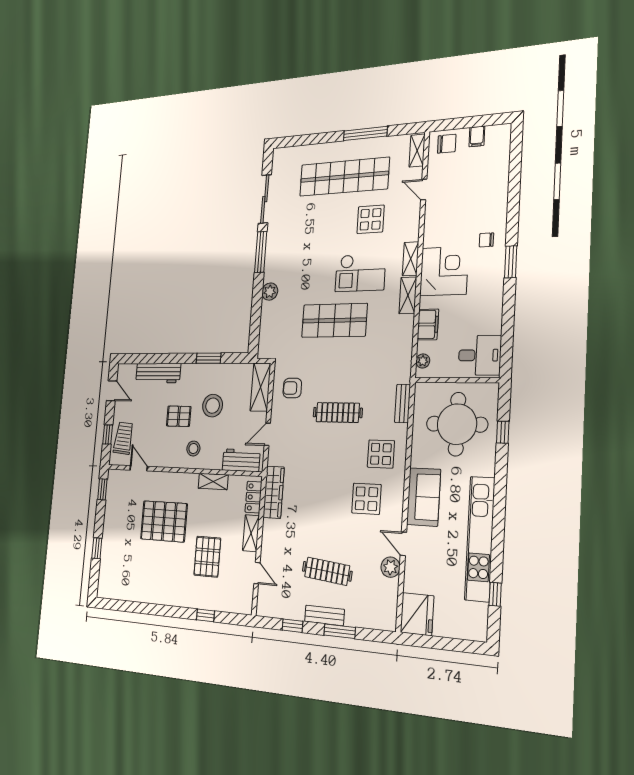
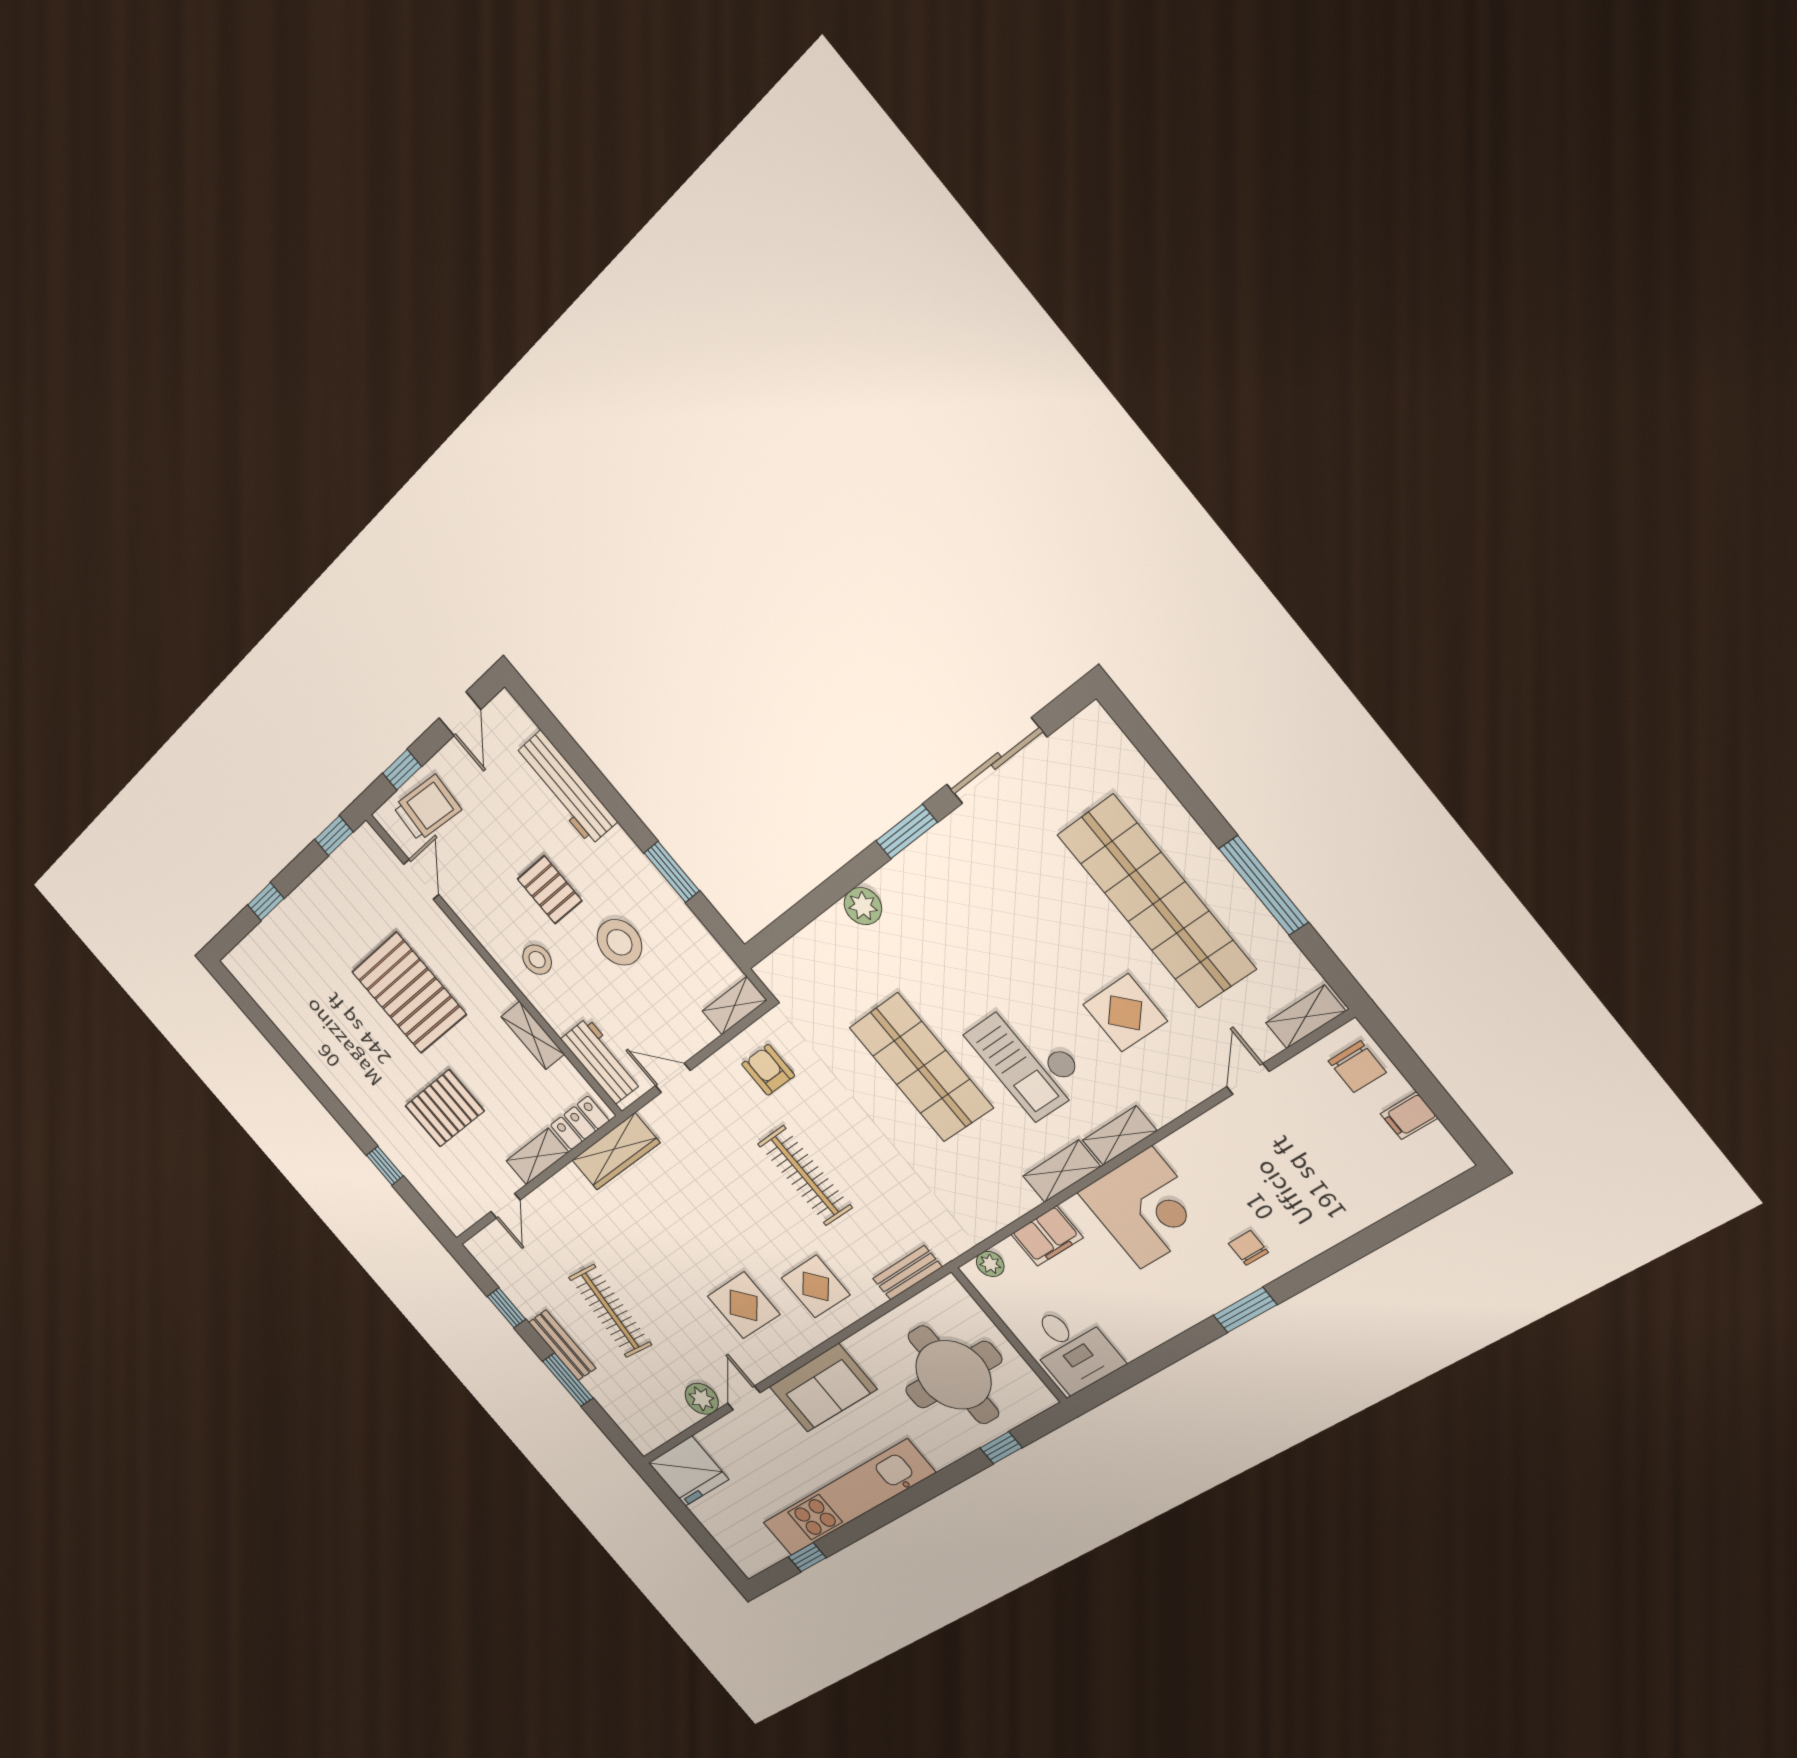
window: (261, 252) -> (907, 832), width x0.69
shelving: (261, 387) -> (734, 1006), width x0.67, depth x0.75

